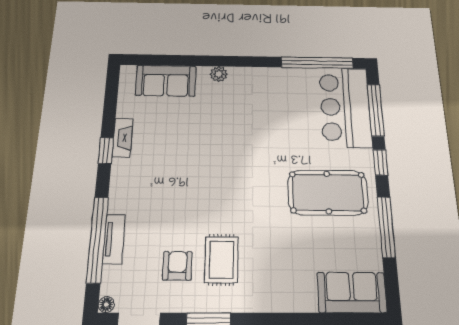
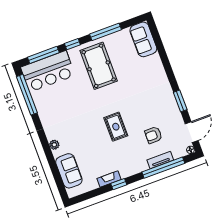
rug: (221, 260) -> (116, 127), moved, turned 90
armchair: (177, 266) -> (153, 135), moved

